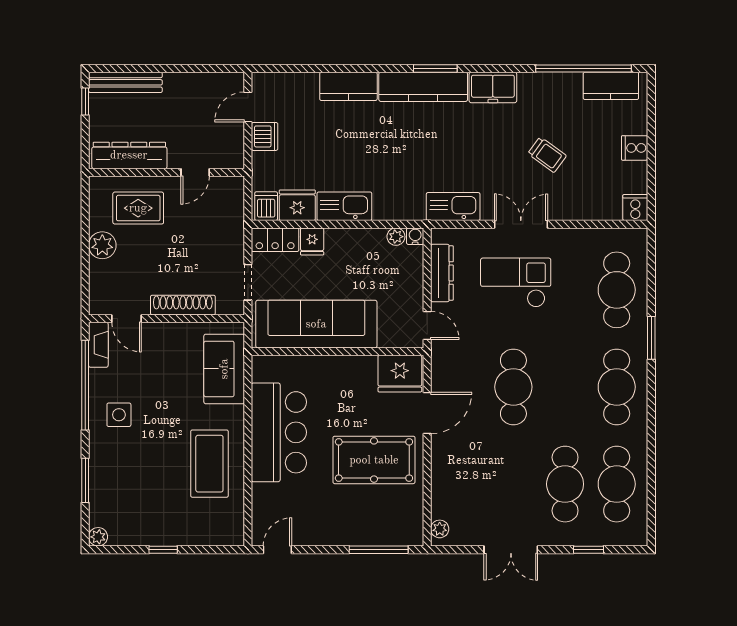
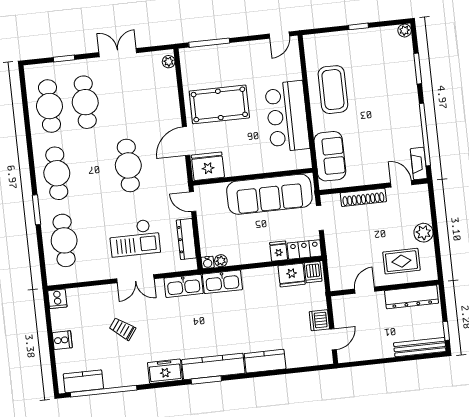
kitchen sink: (344, 206) -> (222, 282), moved
side table: (119, 415) -> (399, 117), removed

